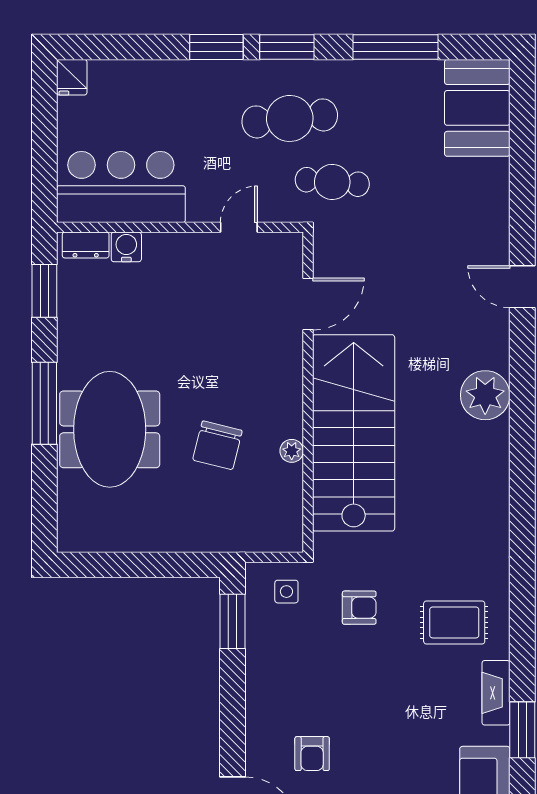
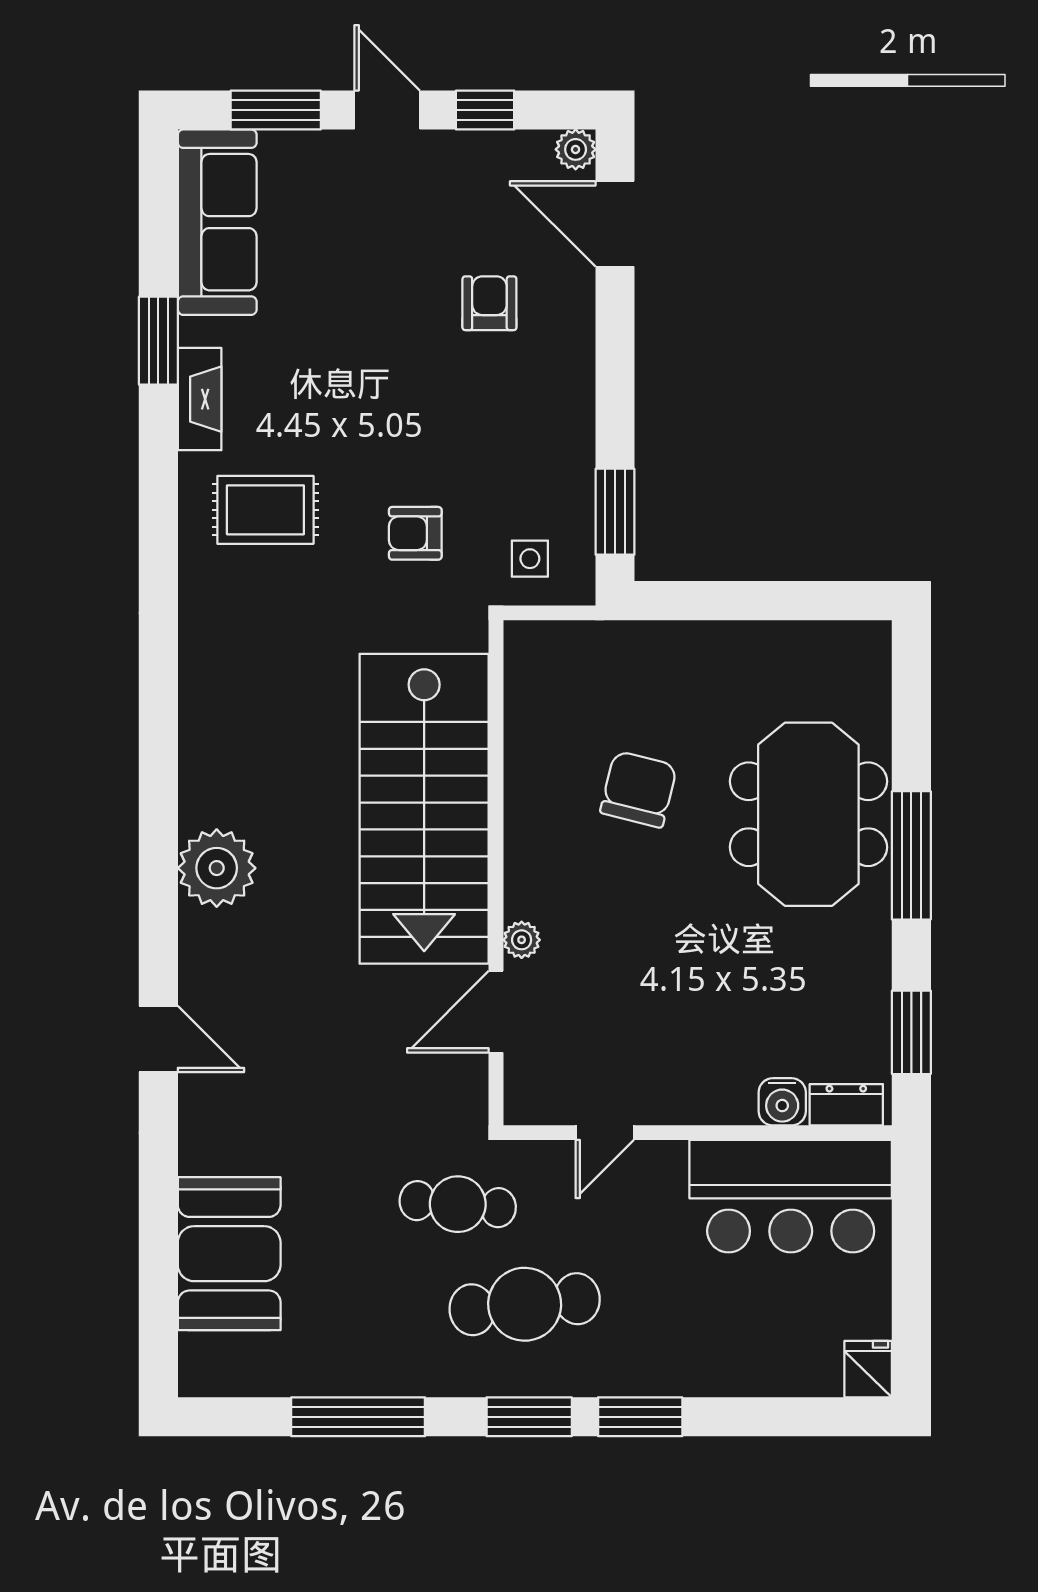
booth: (477, 108) -> (229, 1254), moved
plant: (292, 451) -> (522, 940), moved

